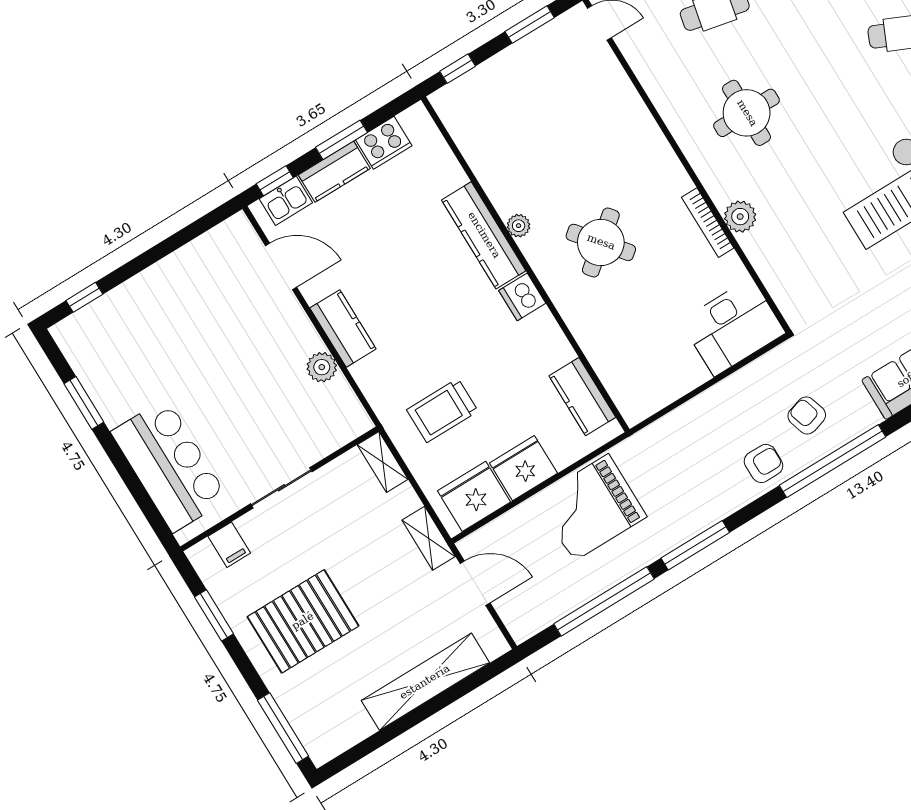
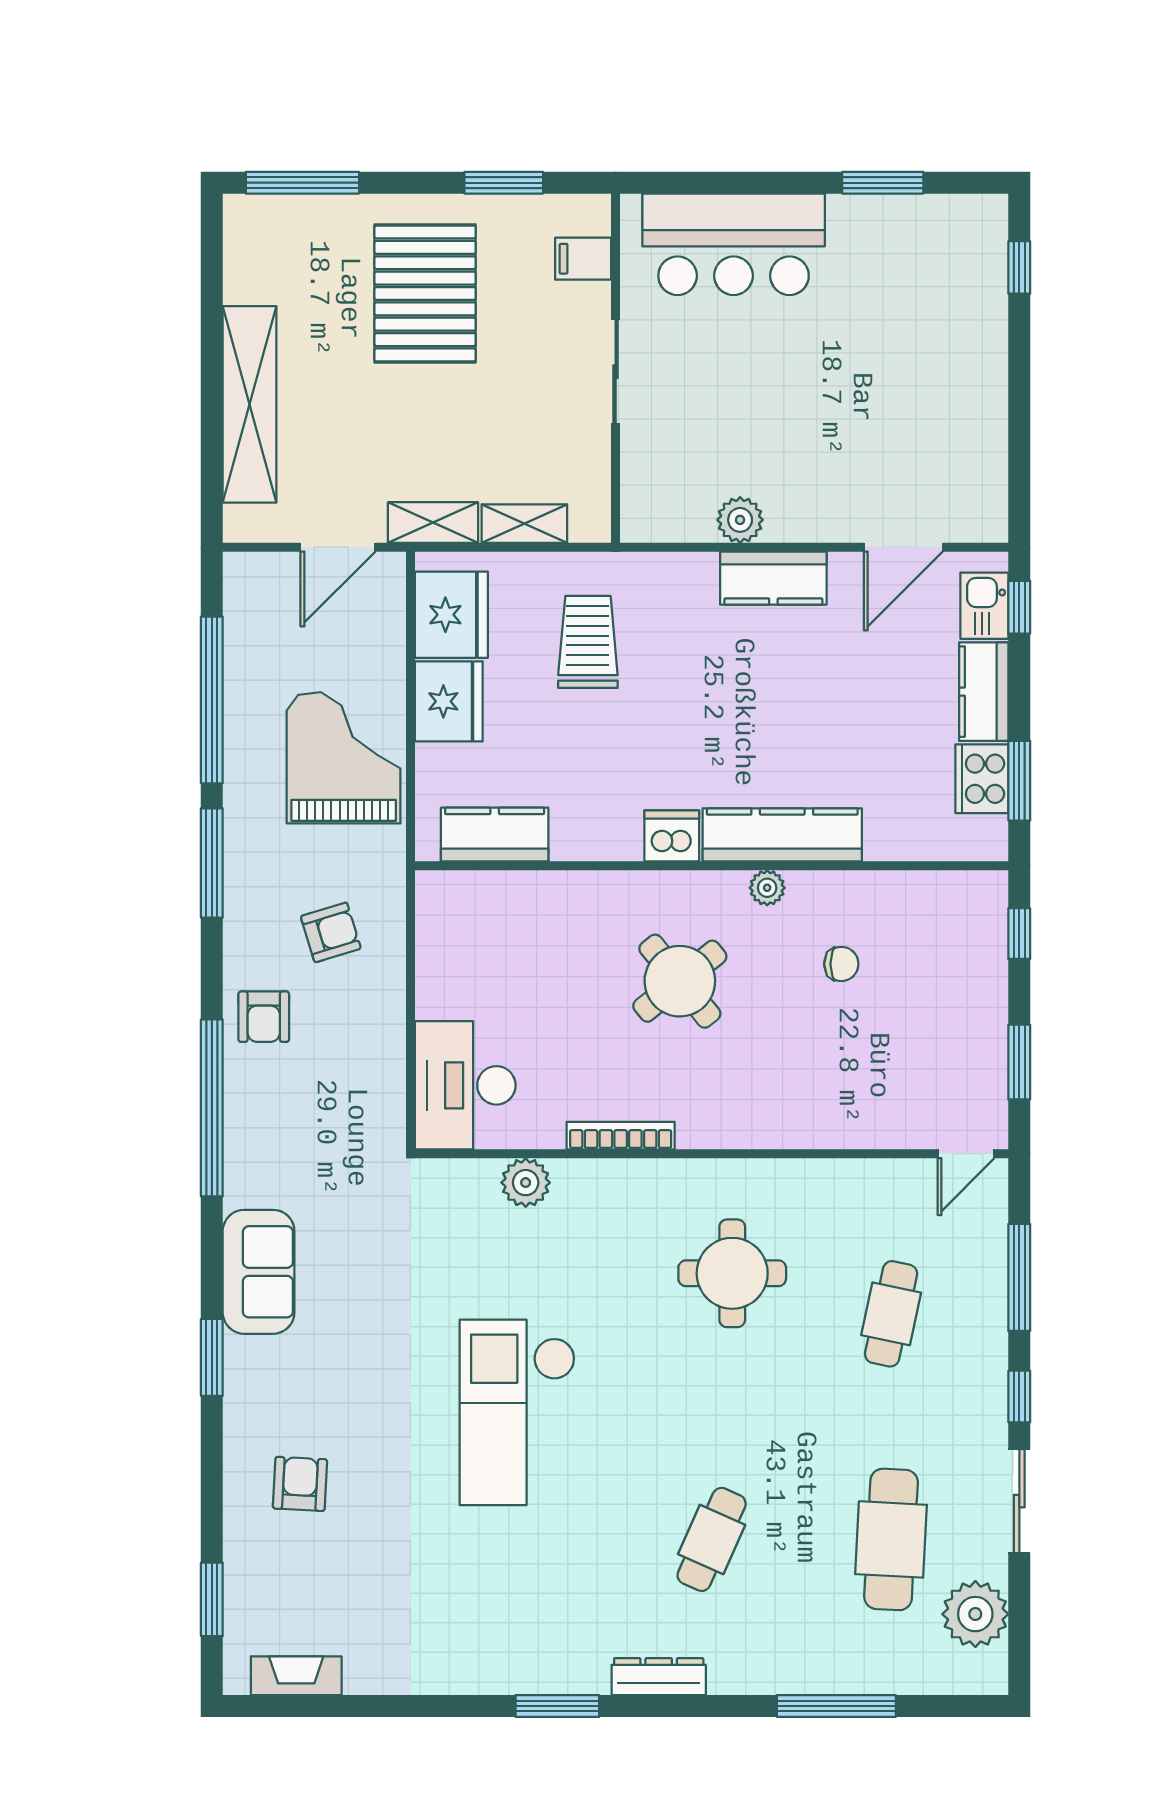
window: (341, 140) -> (1019, 781), moved
chair: (536, 158) -> (841, 964), added
plant: (740, 217) -> (526, 1183), moved
armchair: (807, 415) -> (331, 932), moved
shelving: (383, 462) -> (524, 524), moved

